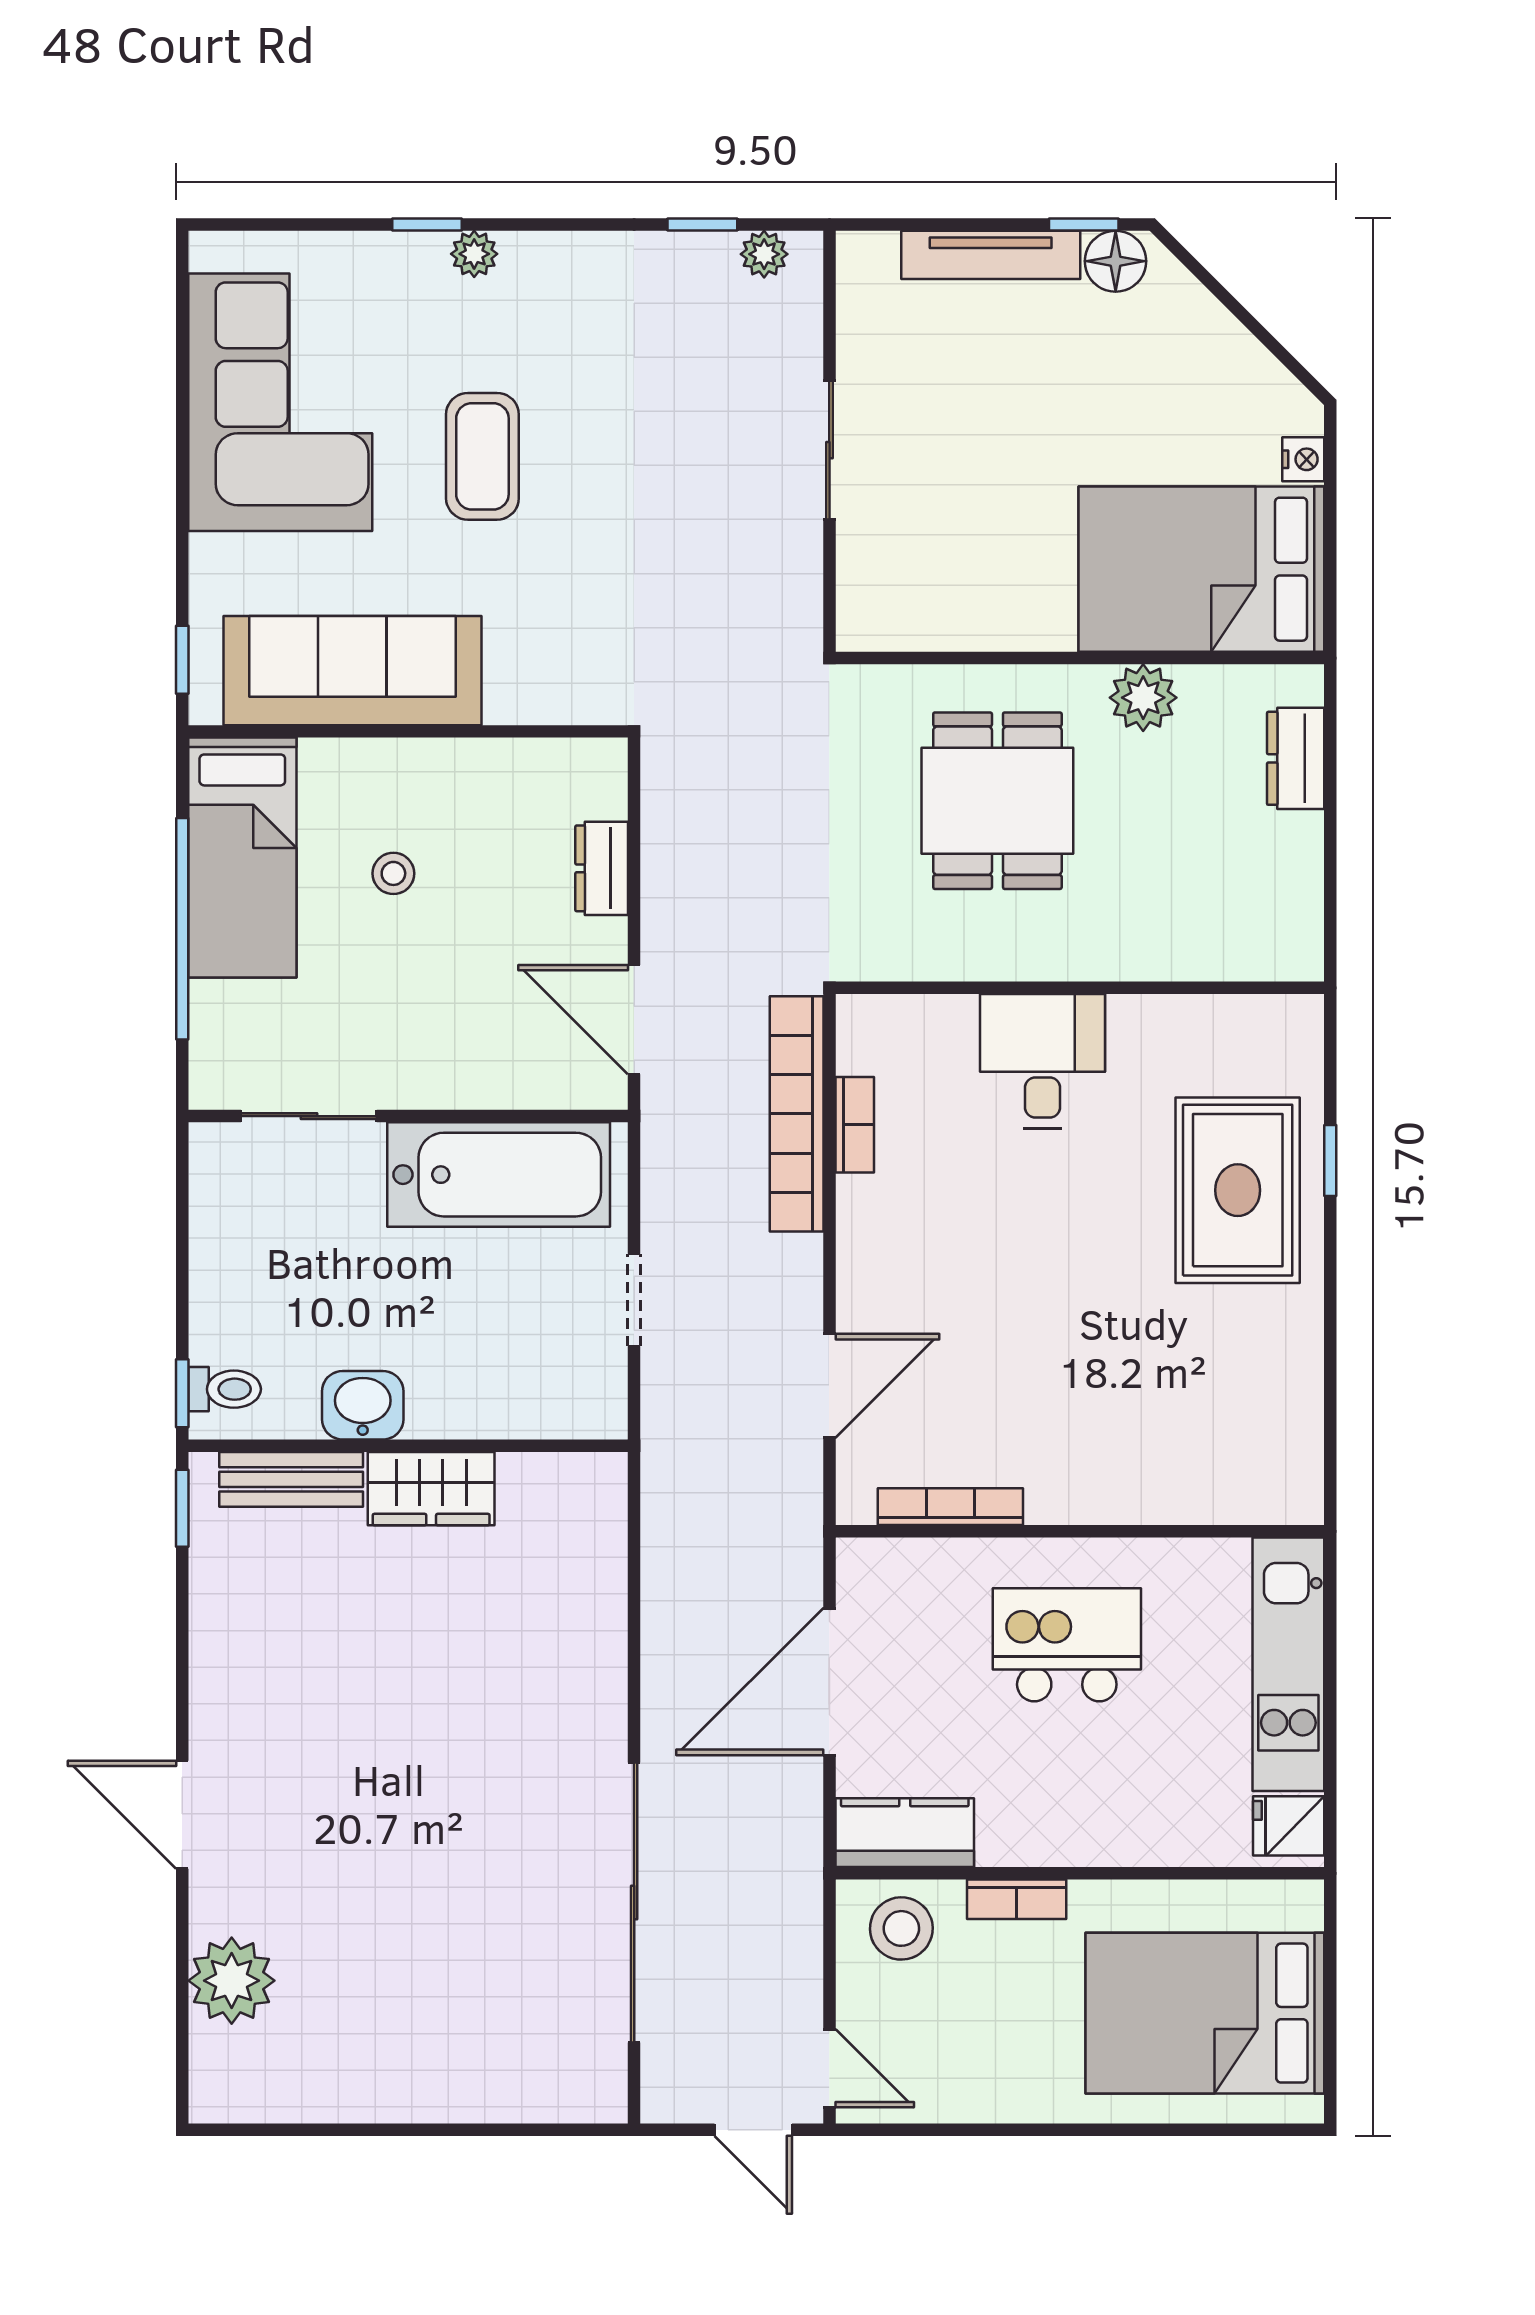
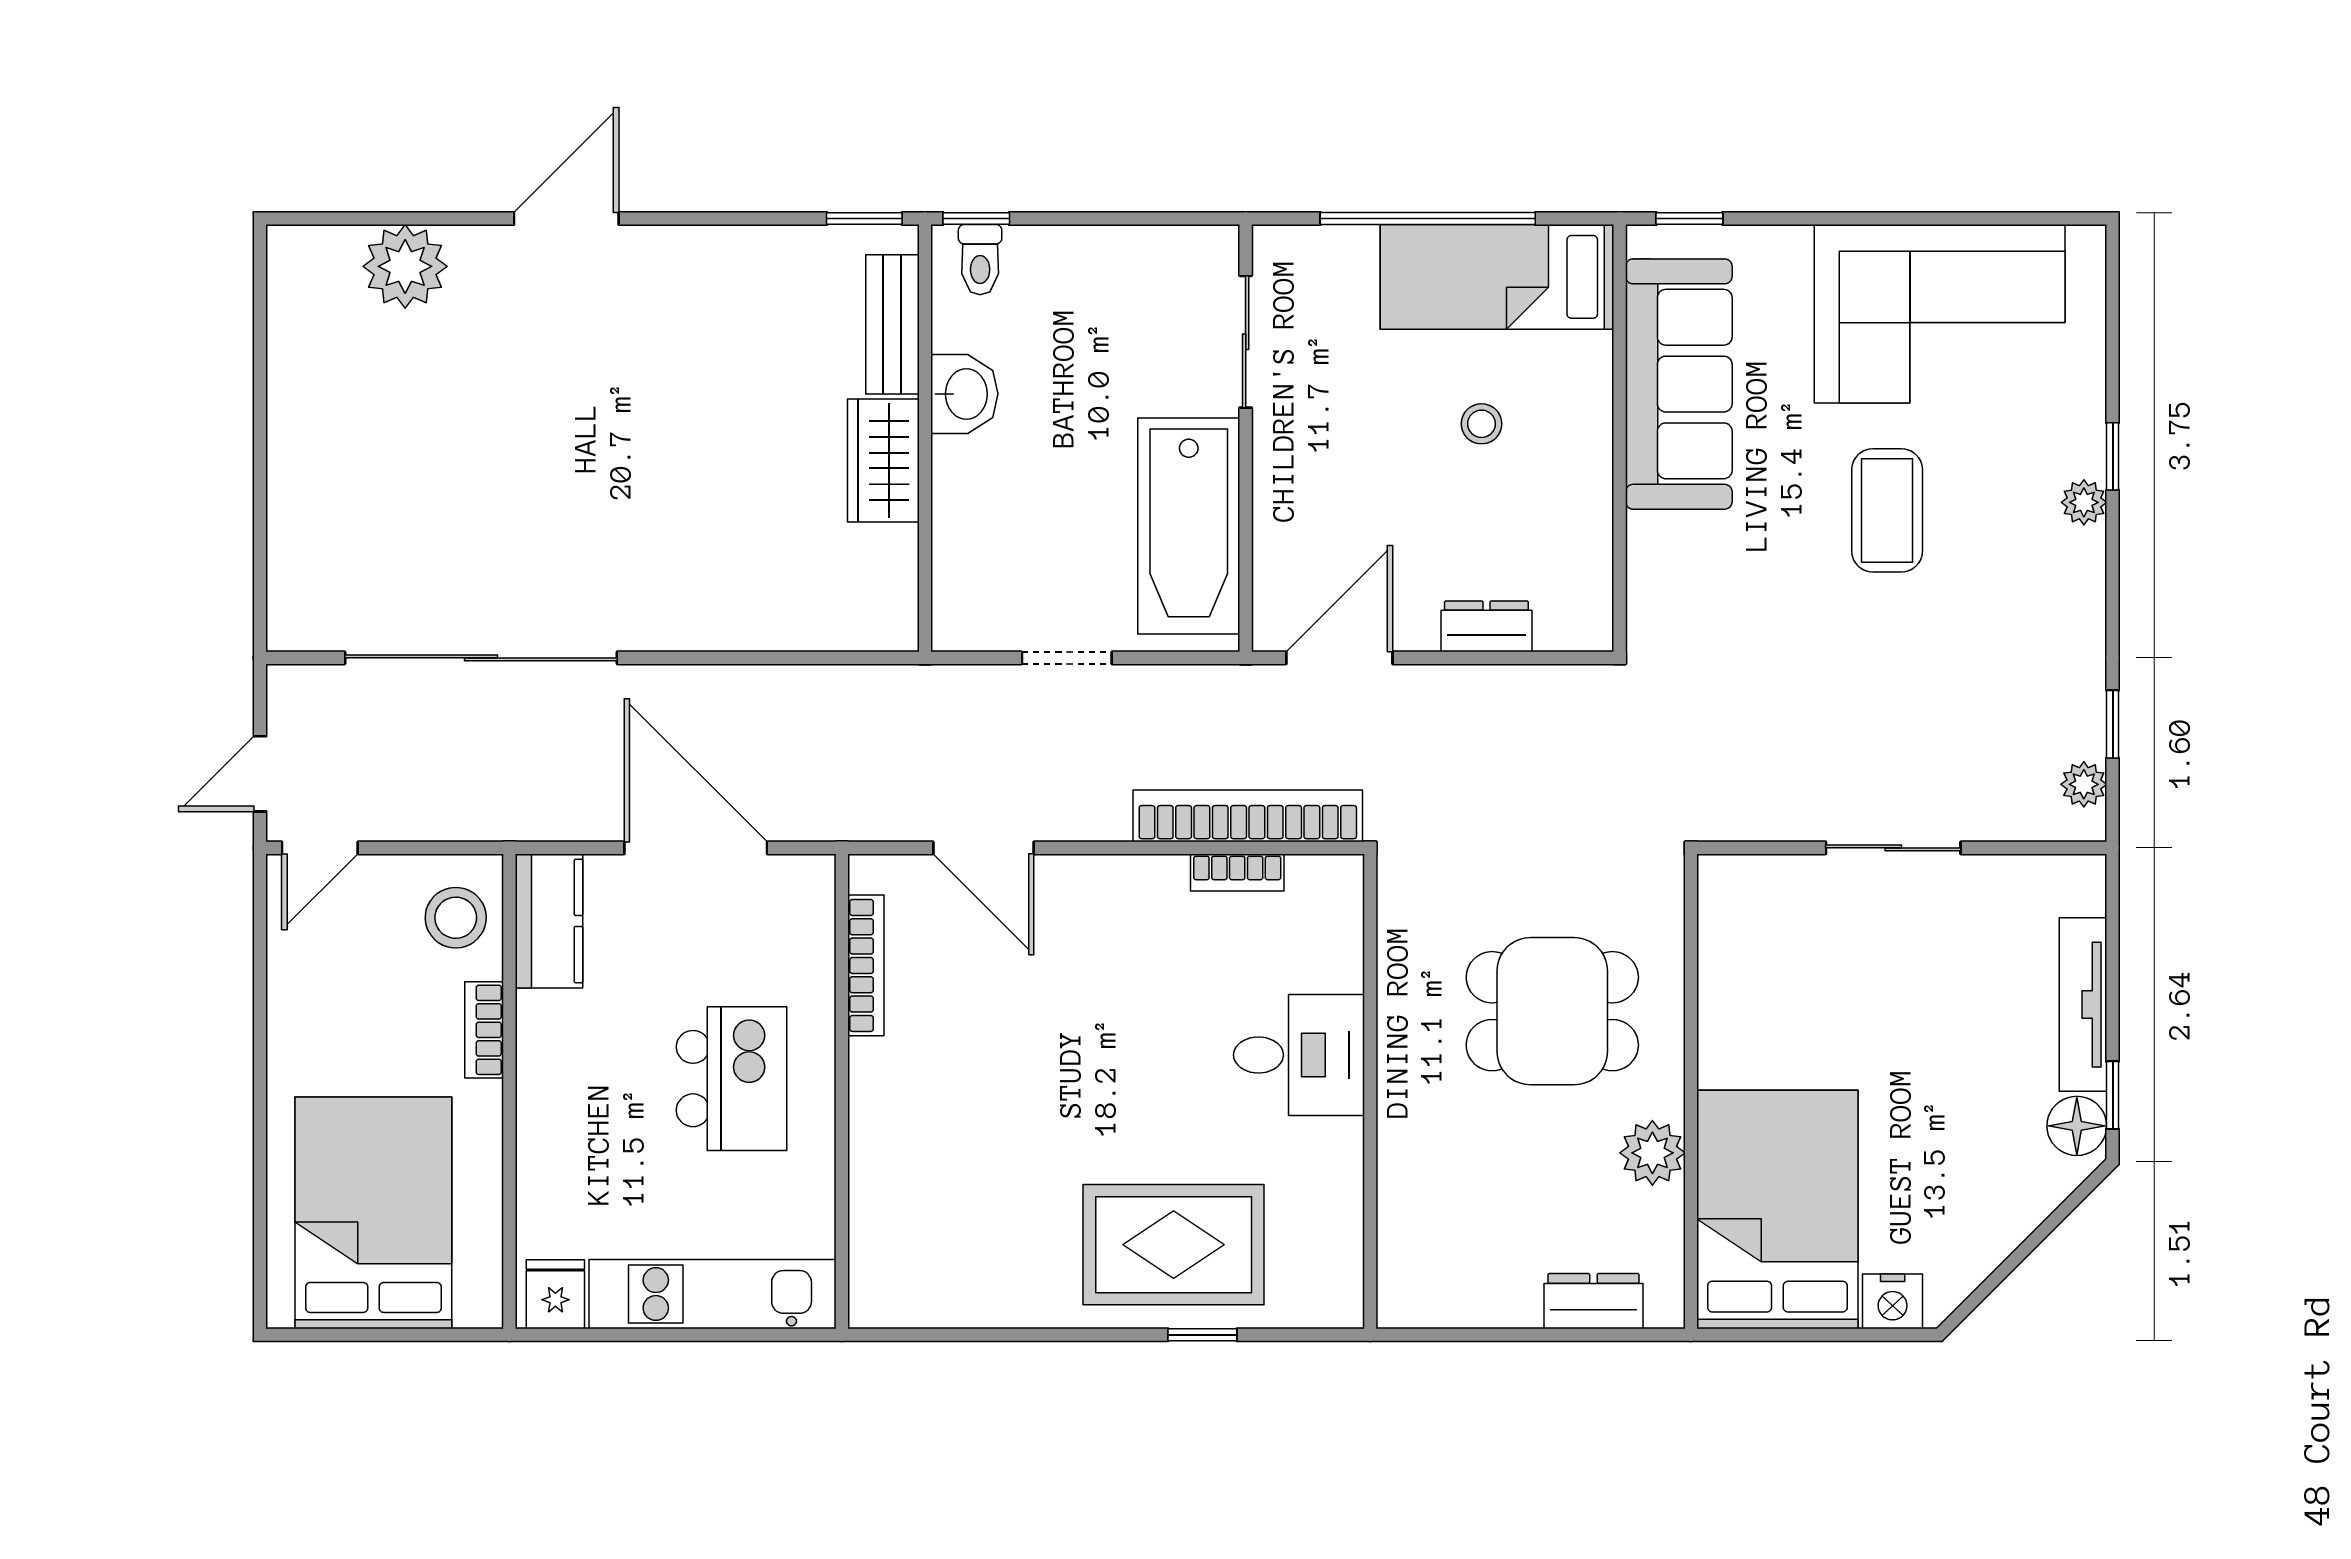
coffee table: (482, 456) -> (1887, 510), turned 90
nightstand: (1303, 459) -> (1893, 1301), width x1.39, depth x1.35

